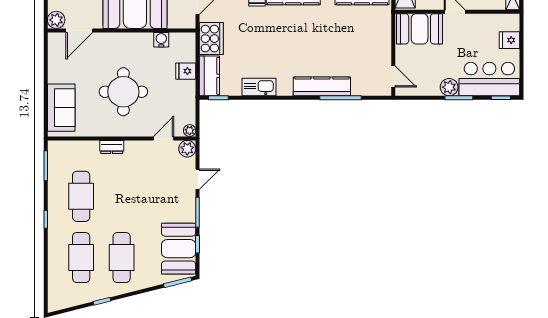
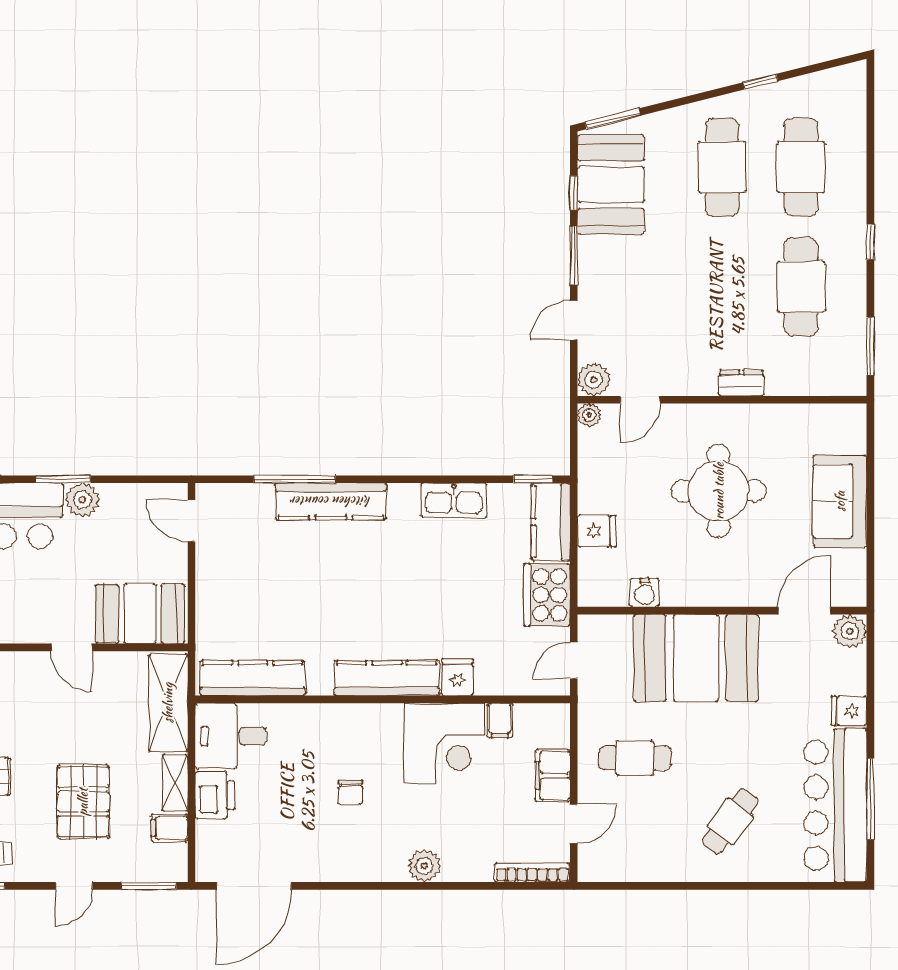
sofa: (61, 108) -> (840, 501), moved

